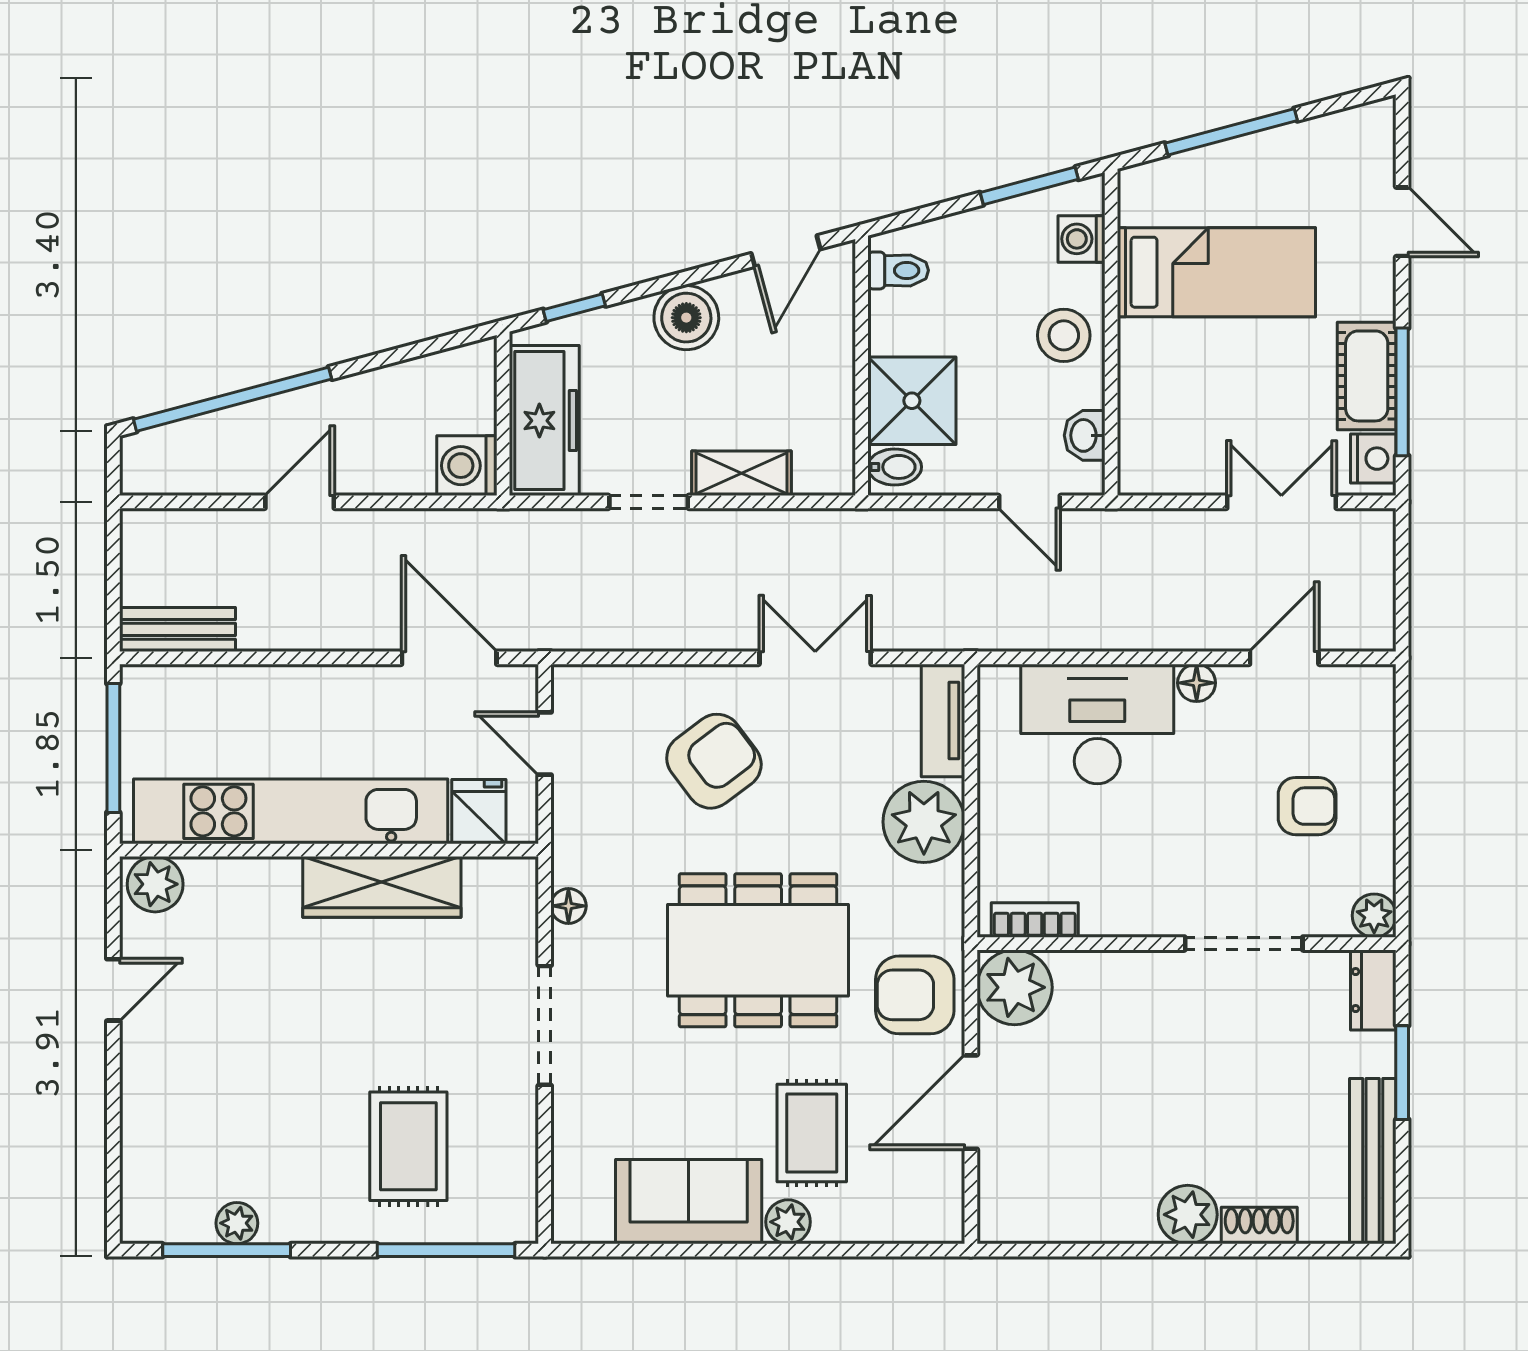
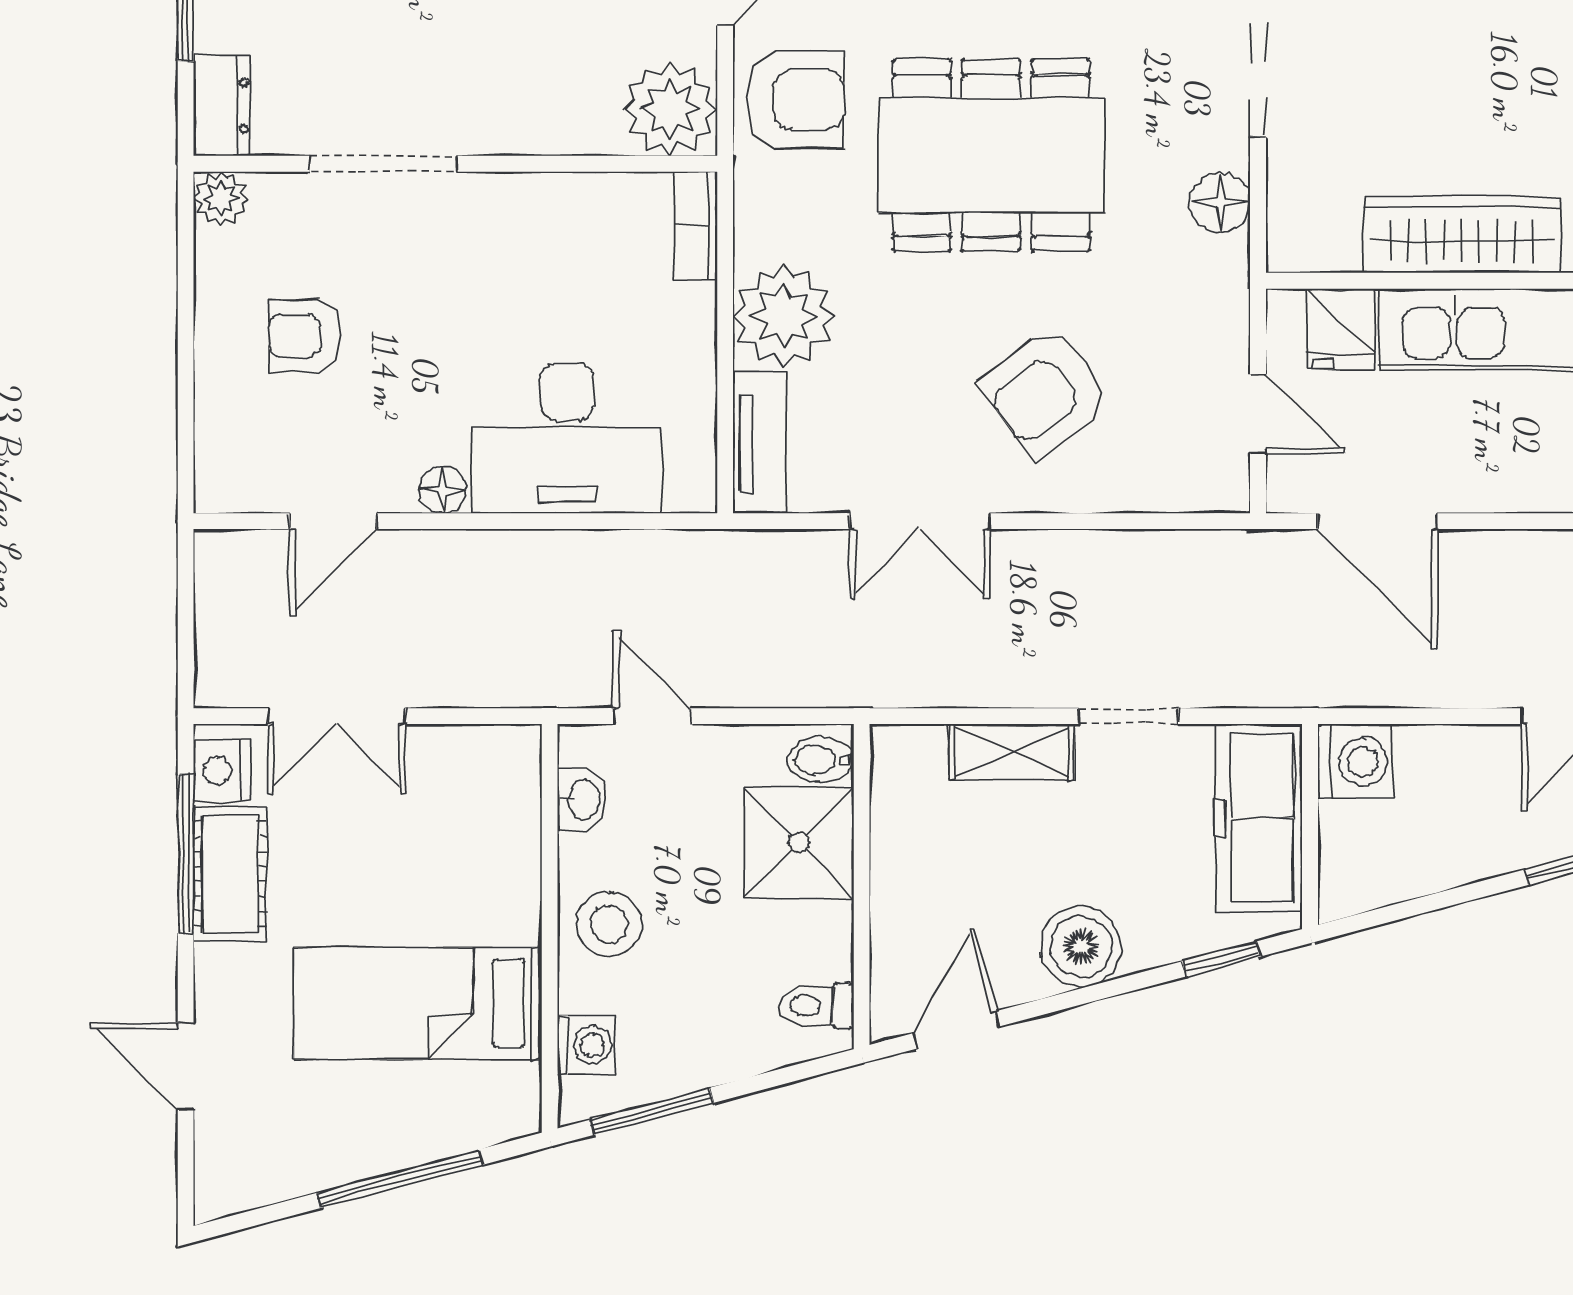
floor lamp: (568, 906) -> (1220, 203), width x1.37, depth x1.37
bookcase: (1035, 920) -> (696, 226), moved, turned 90

